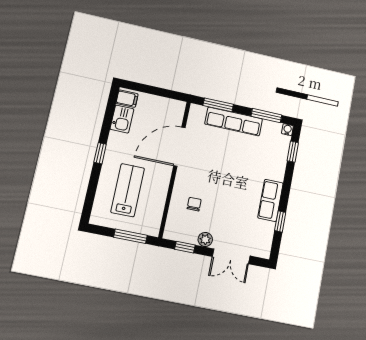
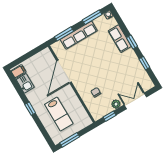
window: (293, 152) -> (132, 42), moved
lab bench: (128, 190) -> (59, 114), turned 180
row of seats: (270, 200) -> (120, 39), moved
window: (130, 236) -> (70, 140), moved
double door: (231, 256) -> (135, 101), swing flipped

